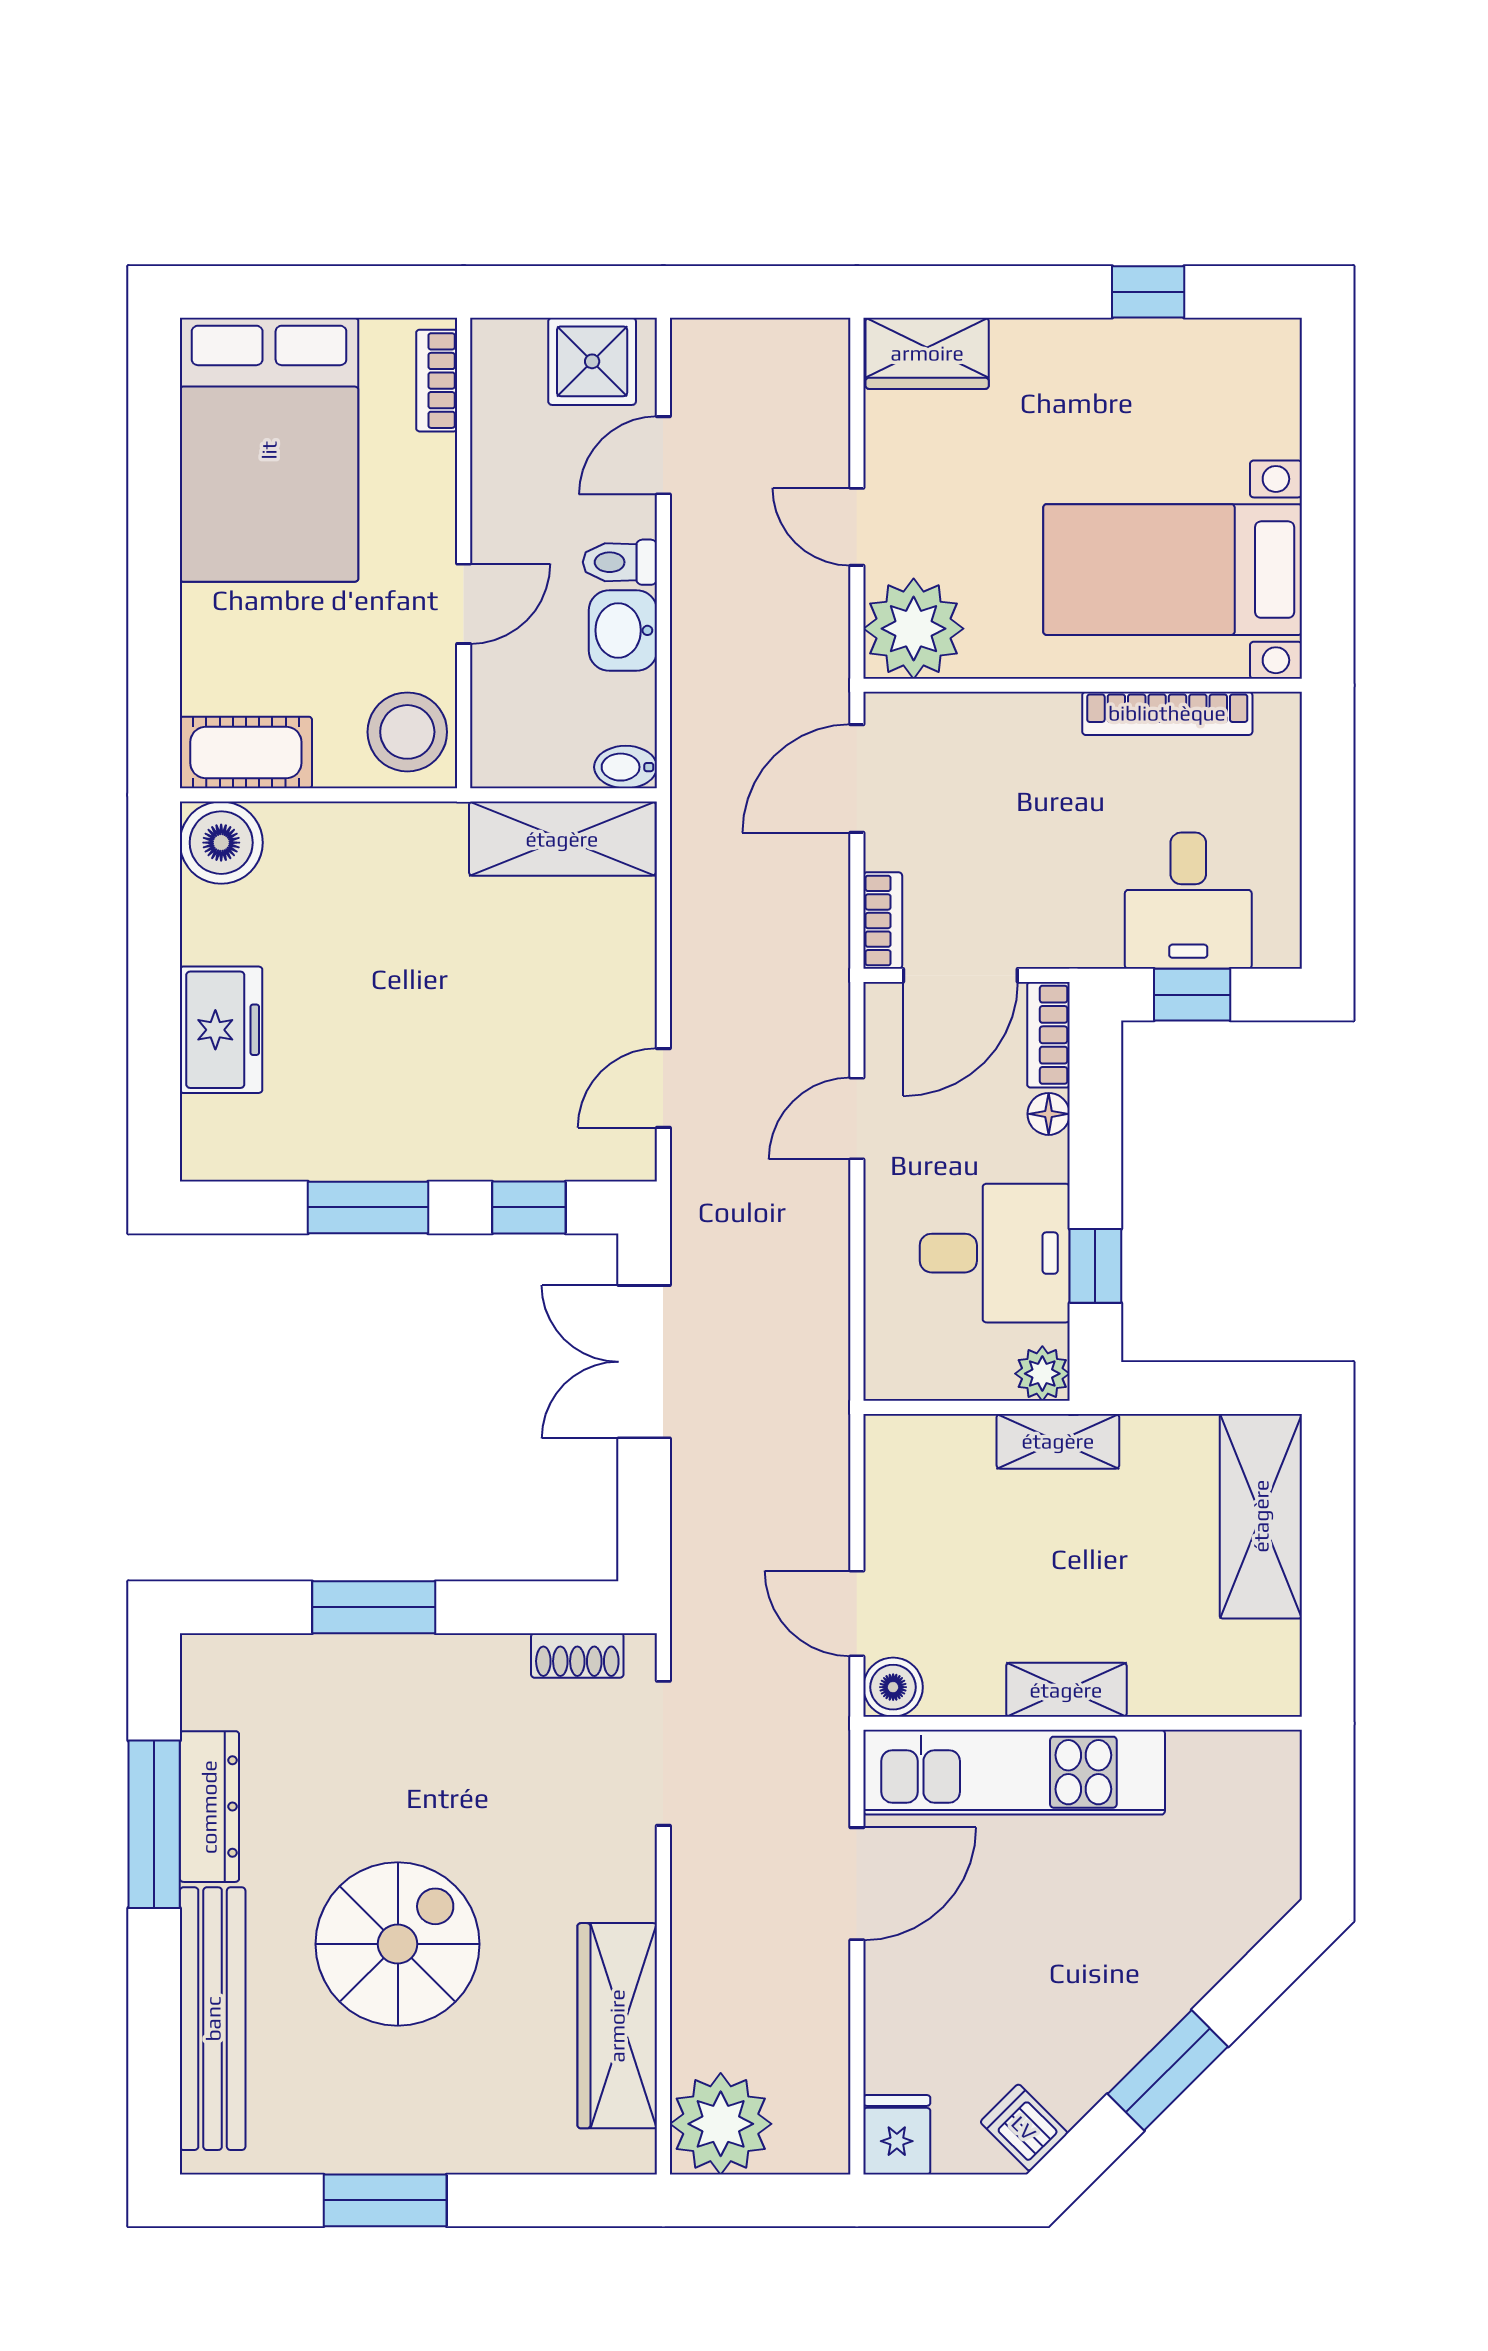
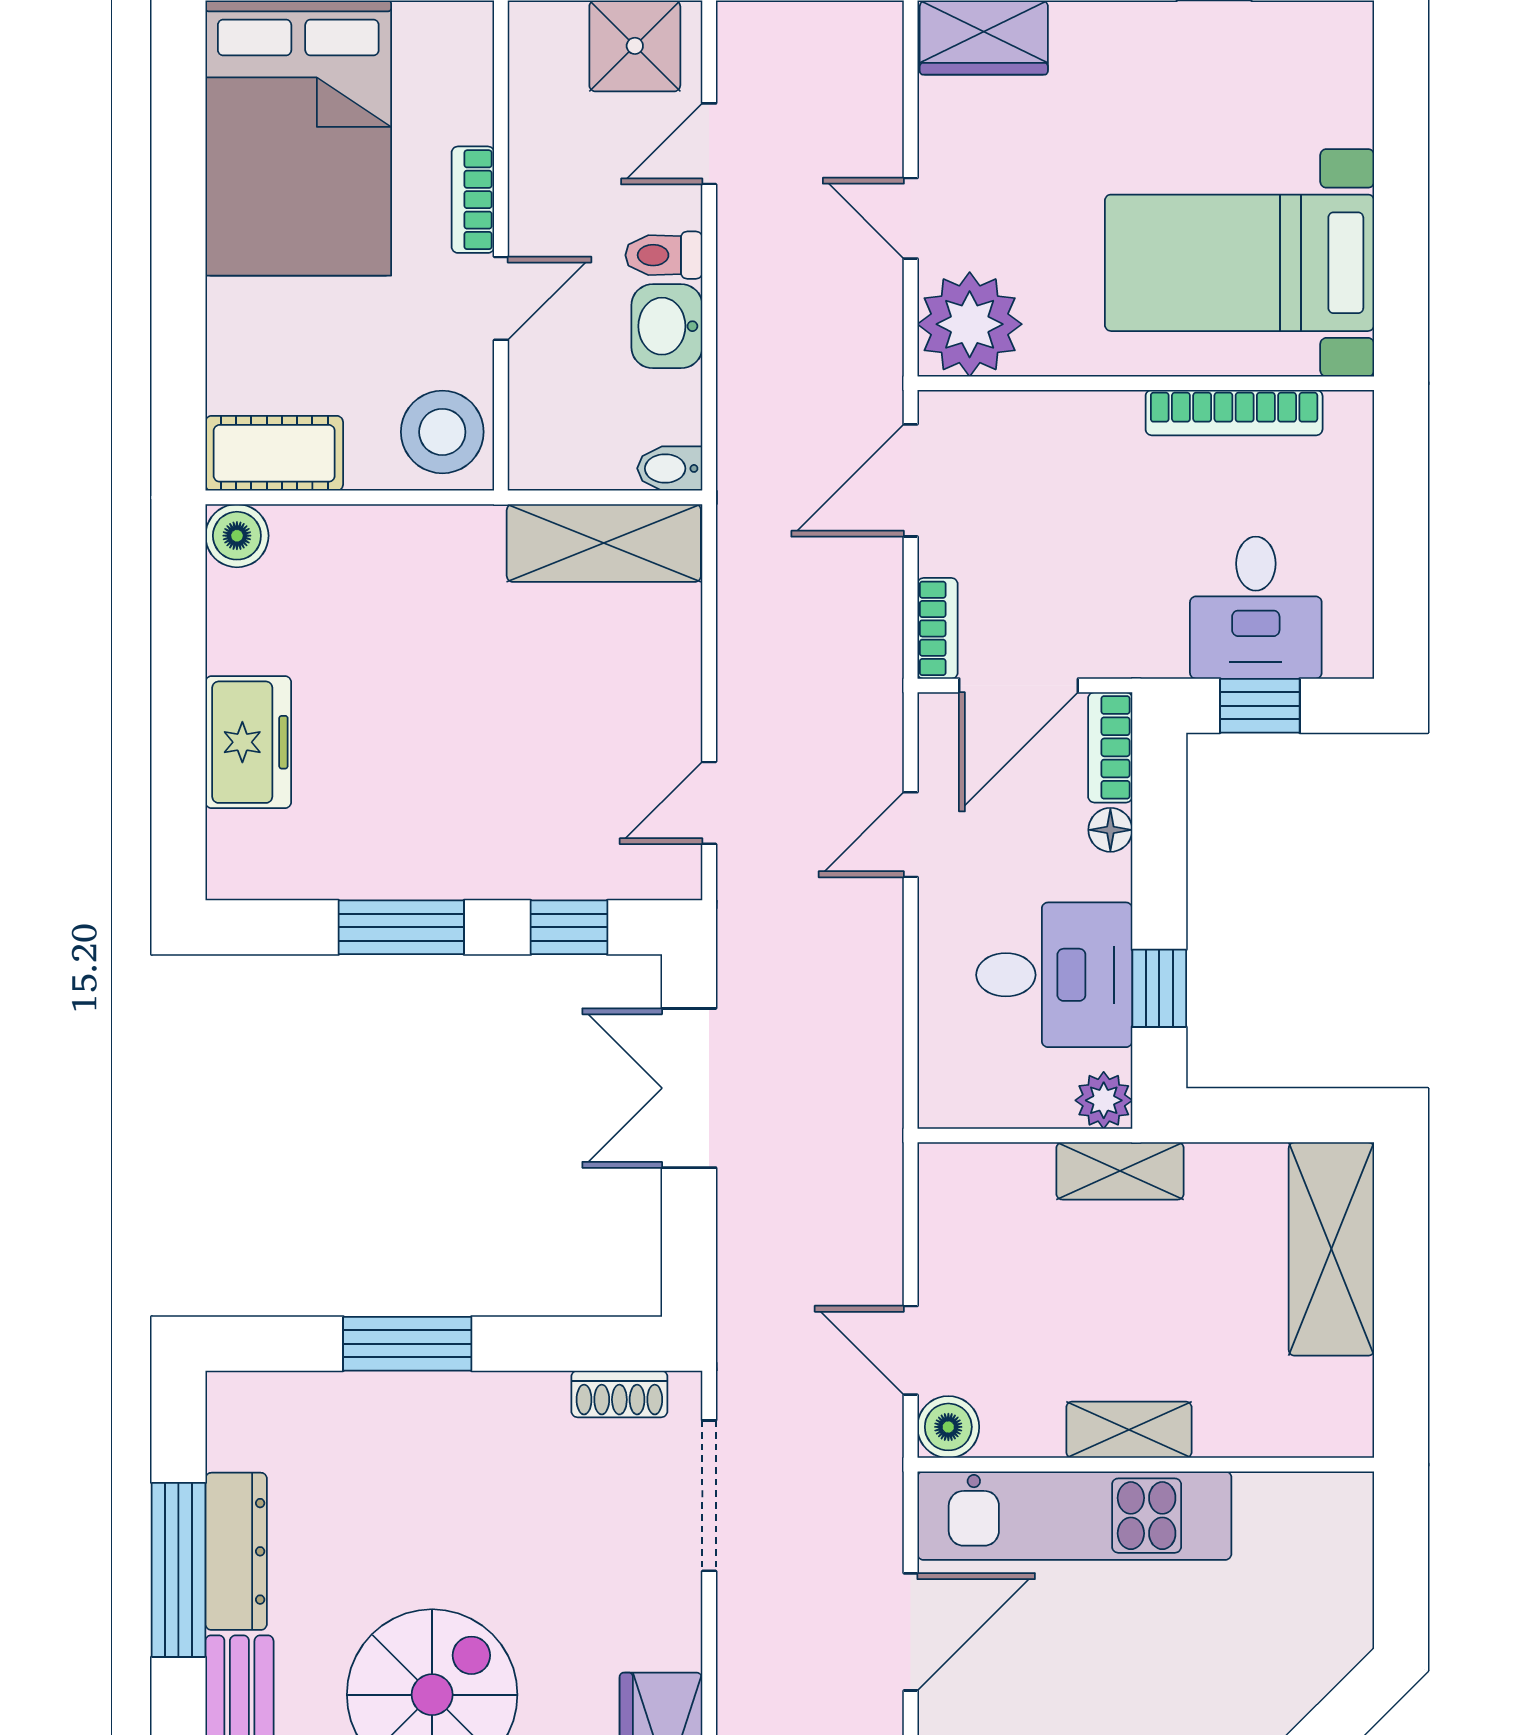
bookcase: (437, 381) -> (473, 200), moved
boiler: (221, 843) -> (237, 536), width x0.73, depth x0.73

